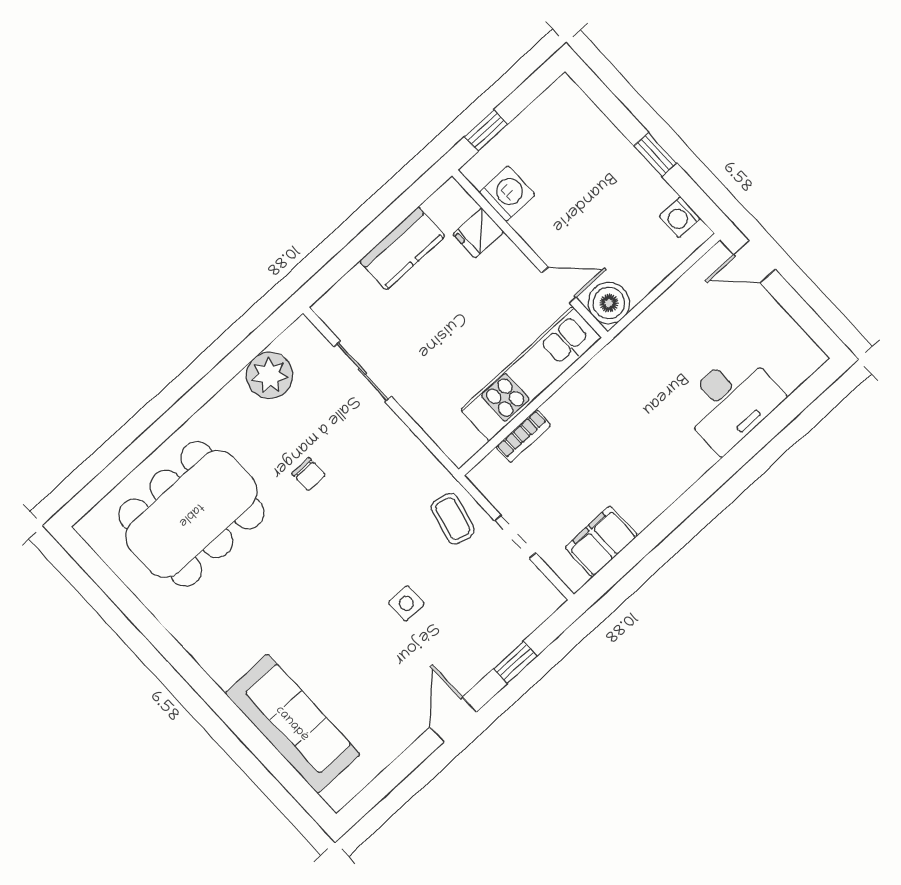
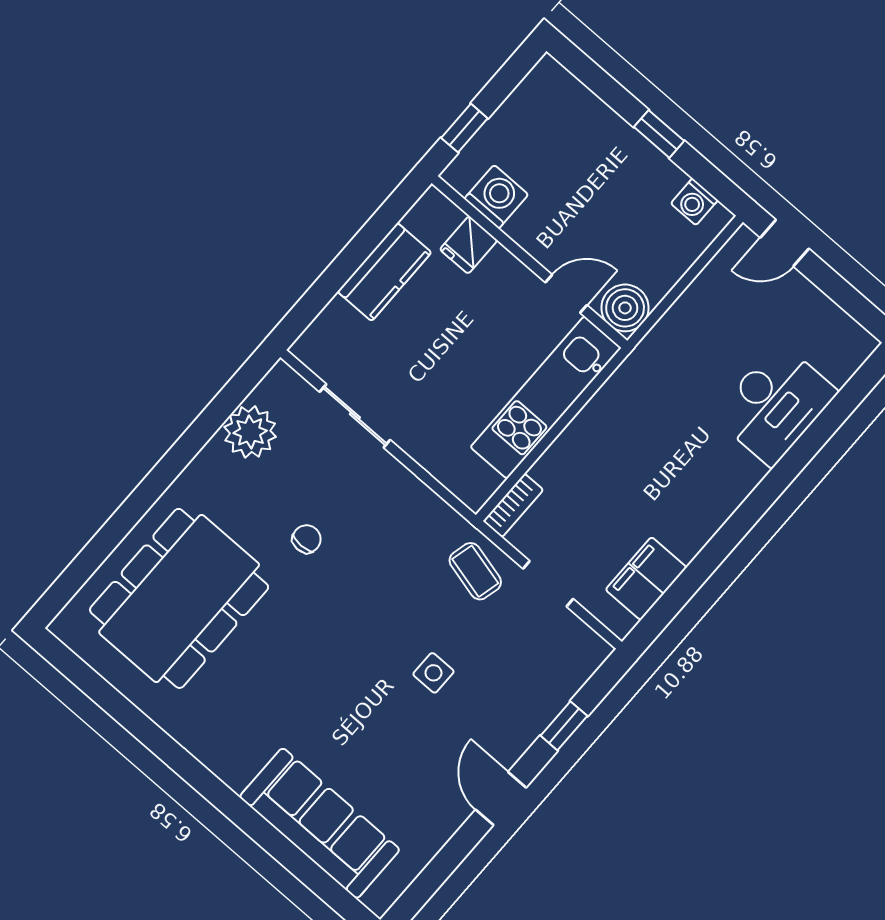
bookcase: (523, 436) -> (513, 505), moved
chair: (309, 474) -> (307, 539), turned -90

